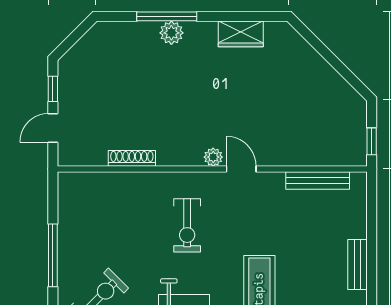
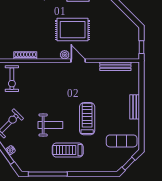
rug: (230, 105) -> (73, 30), added
exercise bike: (187, 225) -> (12, 79), moved

